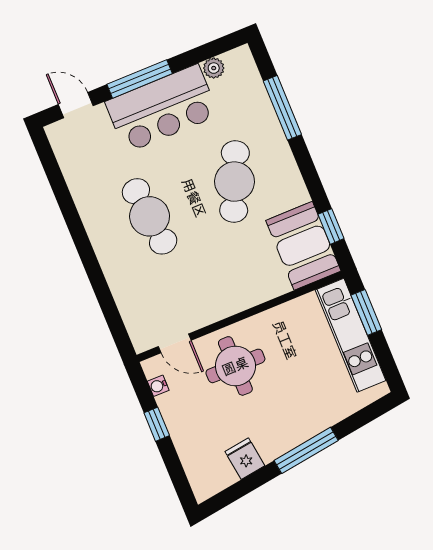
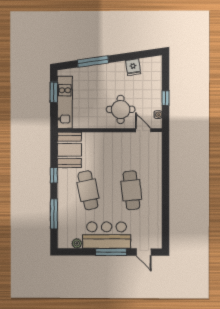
cafe table: (235, 182) -> (88, 190), turned -36
window: (331, 226) -> (54, 175), moved
window: (366, 312) -> (54, 92), moved
window: (306, 450) -> (93, 61), moved

